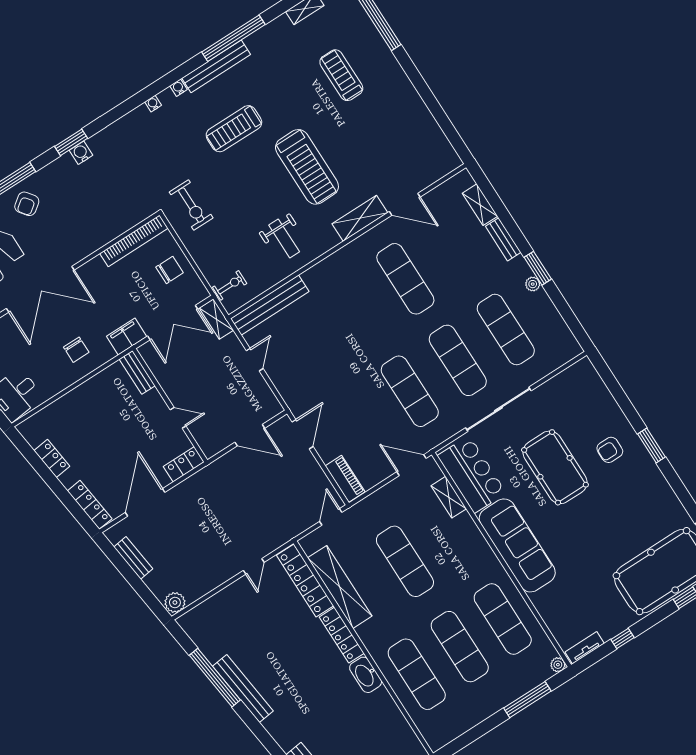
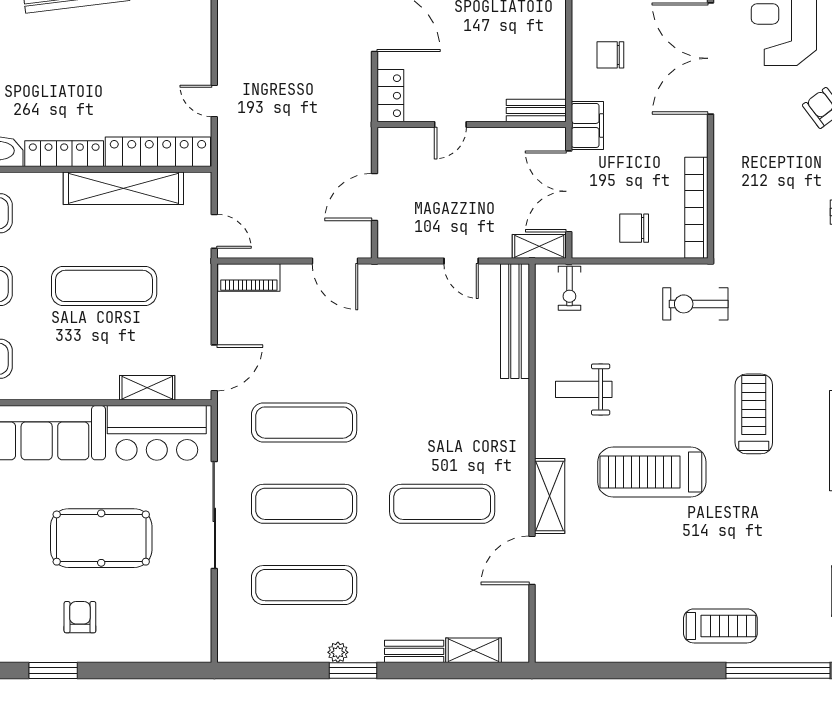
treadmill: (341, 75) -> (720, 626), moved
chair: (170, 270) -> (634, 228), turned 90

